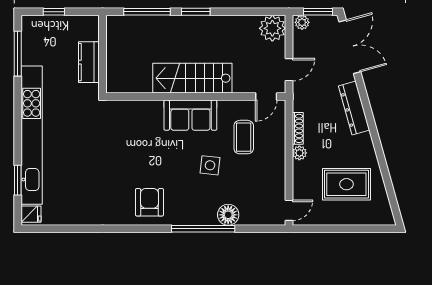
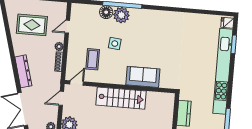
sofa: (190, 115) -> (143, 77), moved
armchair: (149, 202) -> (154, 24), removed
door: (289, 210) -> (67, 27), moved
plant: (203, 212) -> (121, 15), added

